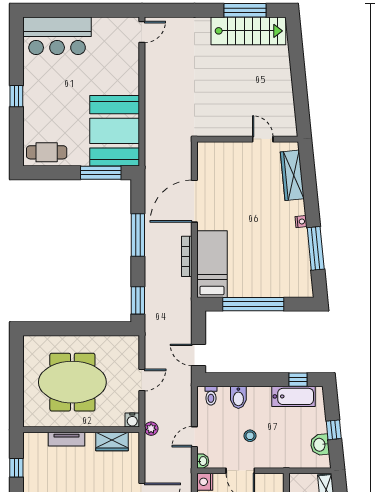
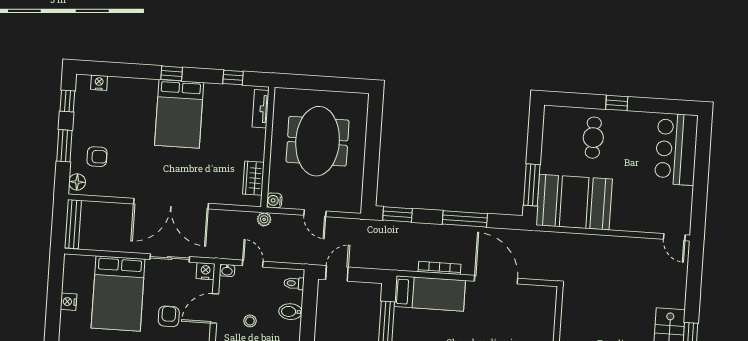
cafe table: (47, 152) -> (593, 138), moved
tv unit: (66, 439) -> (261, 109), moved

